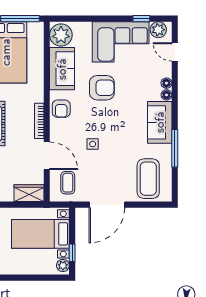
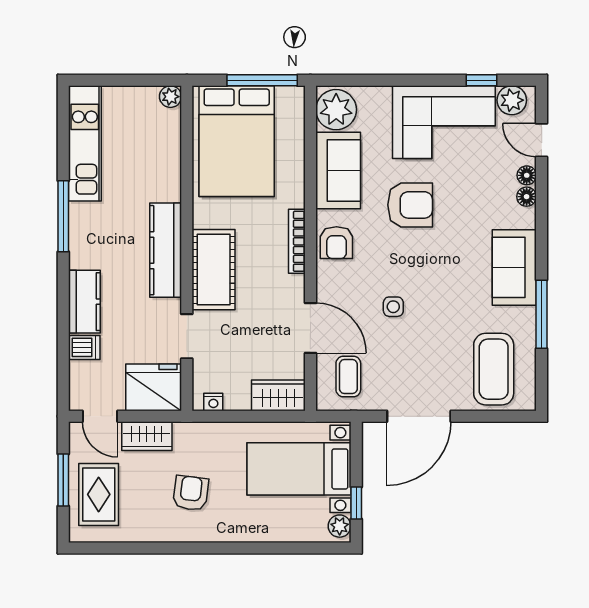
floor lamp: (167, 95) -> (527, 175), moved
bookcase: (39, 121) -> (297, 241), moved

